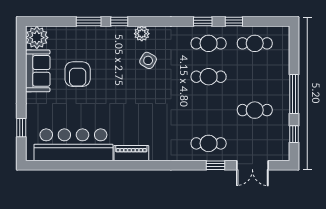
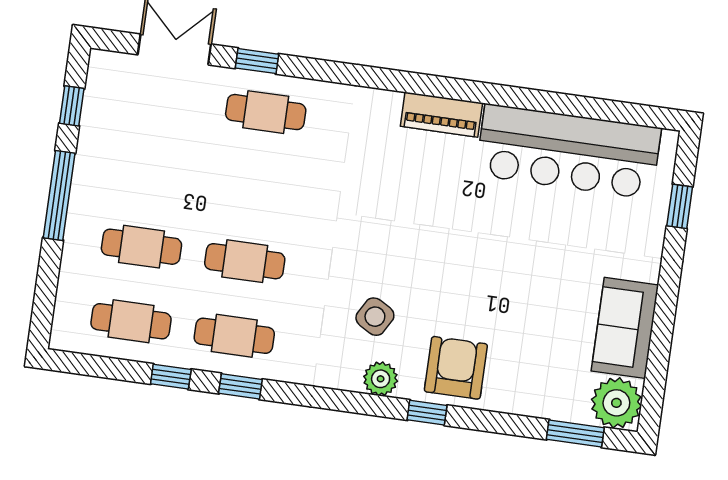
window: (89, 22) -> (575, 434), moved
armchair: (78, 74) -> (456, 368), moved
cafe table: (255, 110) -> (141, 247), moved

